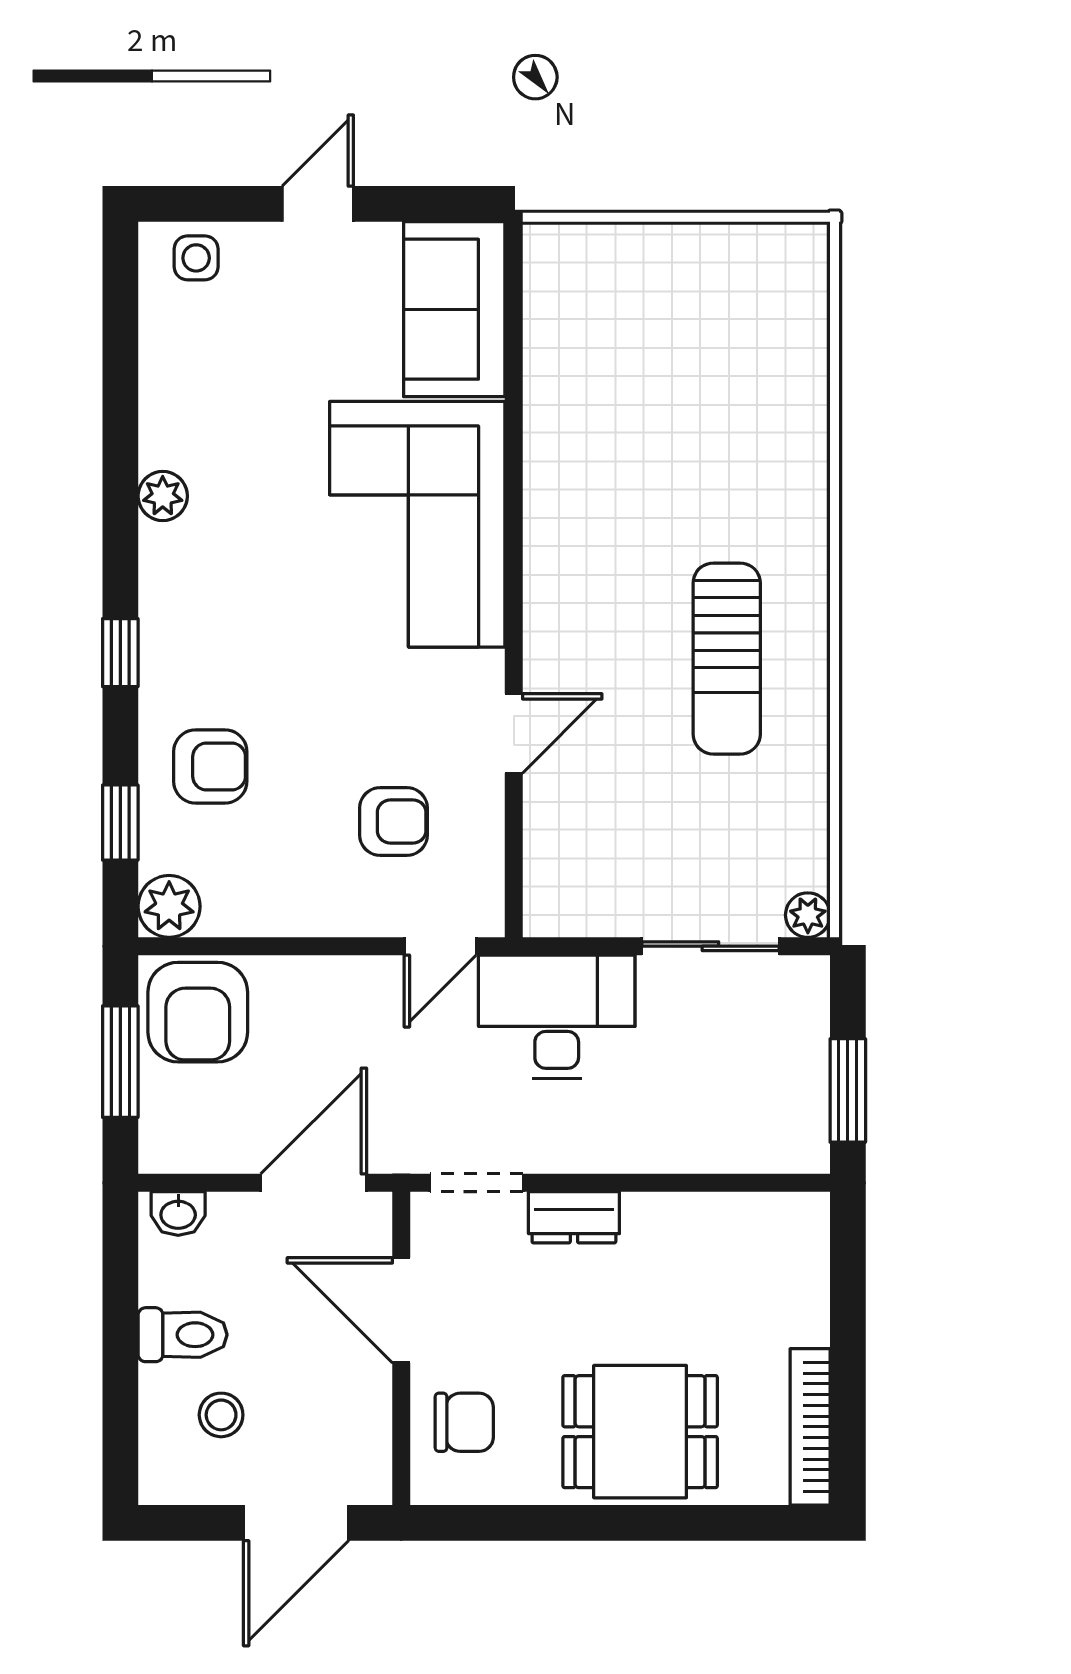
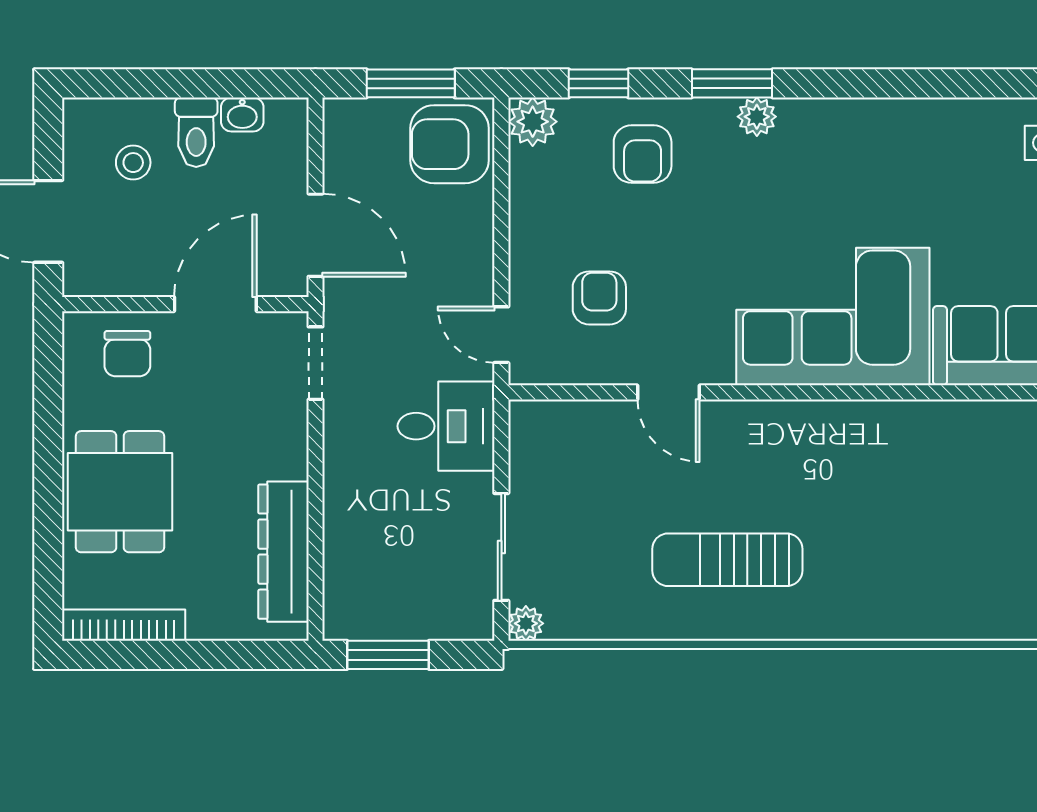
plant: (163, 496) -> (757, 117), moved
window: (120, 653) -> (732, 83), width x1.50
armchair: (394, 822) -> (599, 298), turned 180
desk: (557, 1017) -> (446, 426), width x0.73
washbasin: (178, 1213) -> (242, 114), moved, turned -90
dresser: (574, 1217) -> (283, 552), moved, width x1.96, depth x1.24

